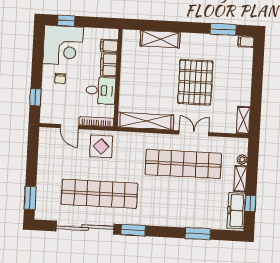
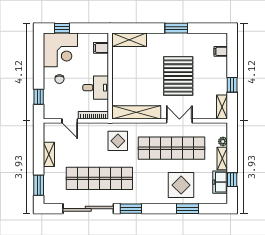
window: (223, 29) -> (176, 28), moved
shelving: (160, 39) -> (129, 40), moved
filing cabinet: (246, 42) -> (221, 51), moved
filing cabinet: (109, 65) -> (101, 65), removed
window: (256, 96) -> (232, 85), added
display table: (101, 146) -> (118, 141), moved
shelving: (44, 163) -> (49, 154), added
display table: (192, 206) -> (181, 185), added
freezer: (236, 211) -> (220, 182), width x0.71

